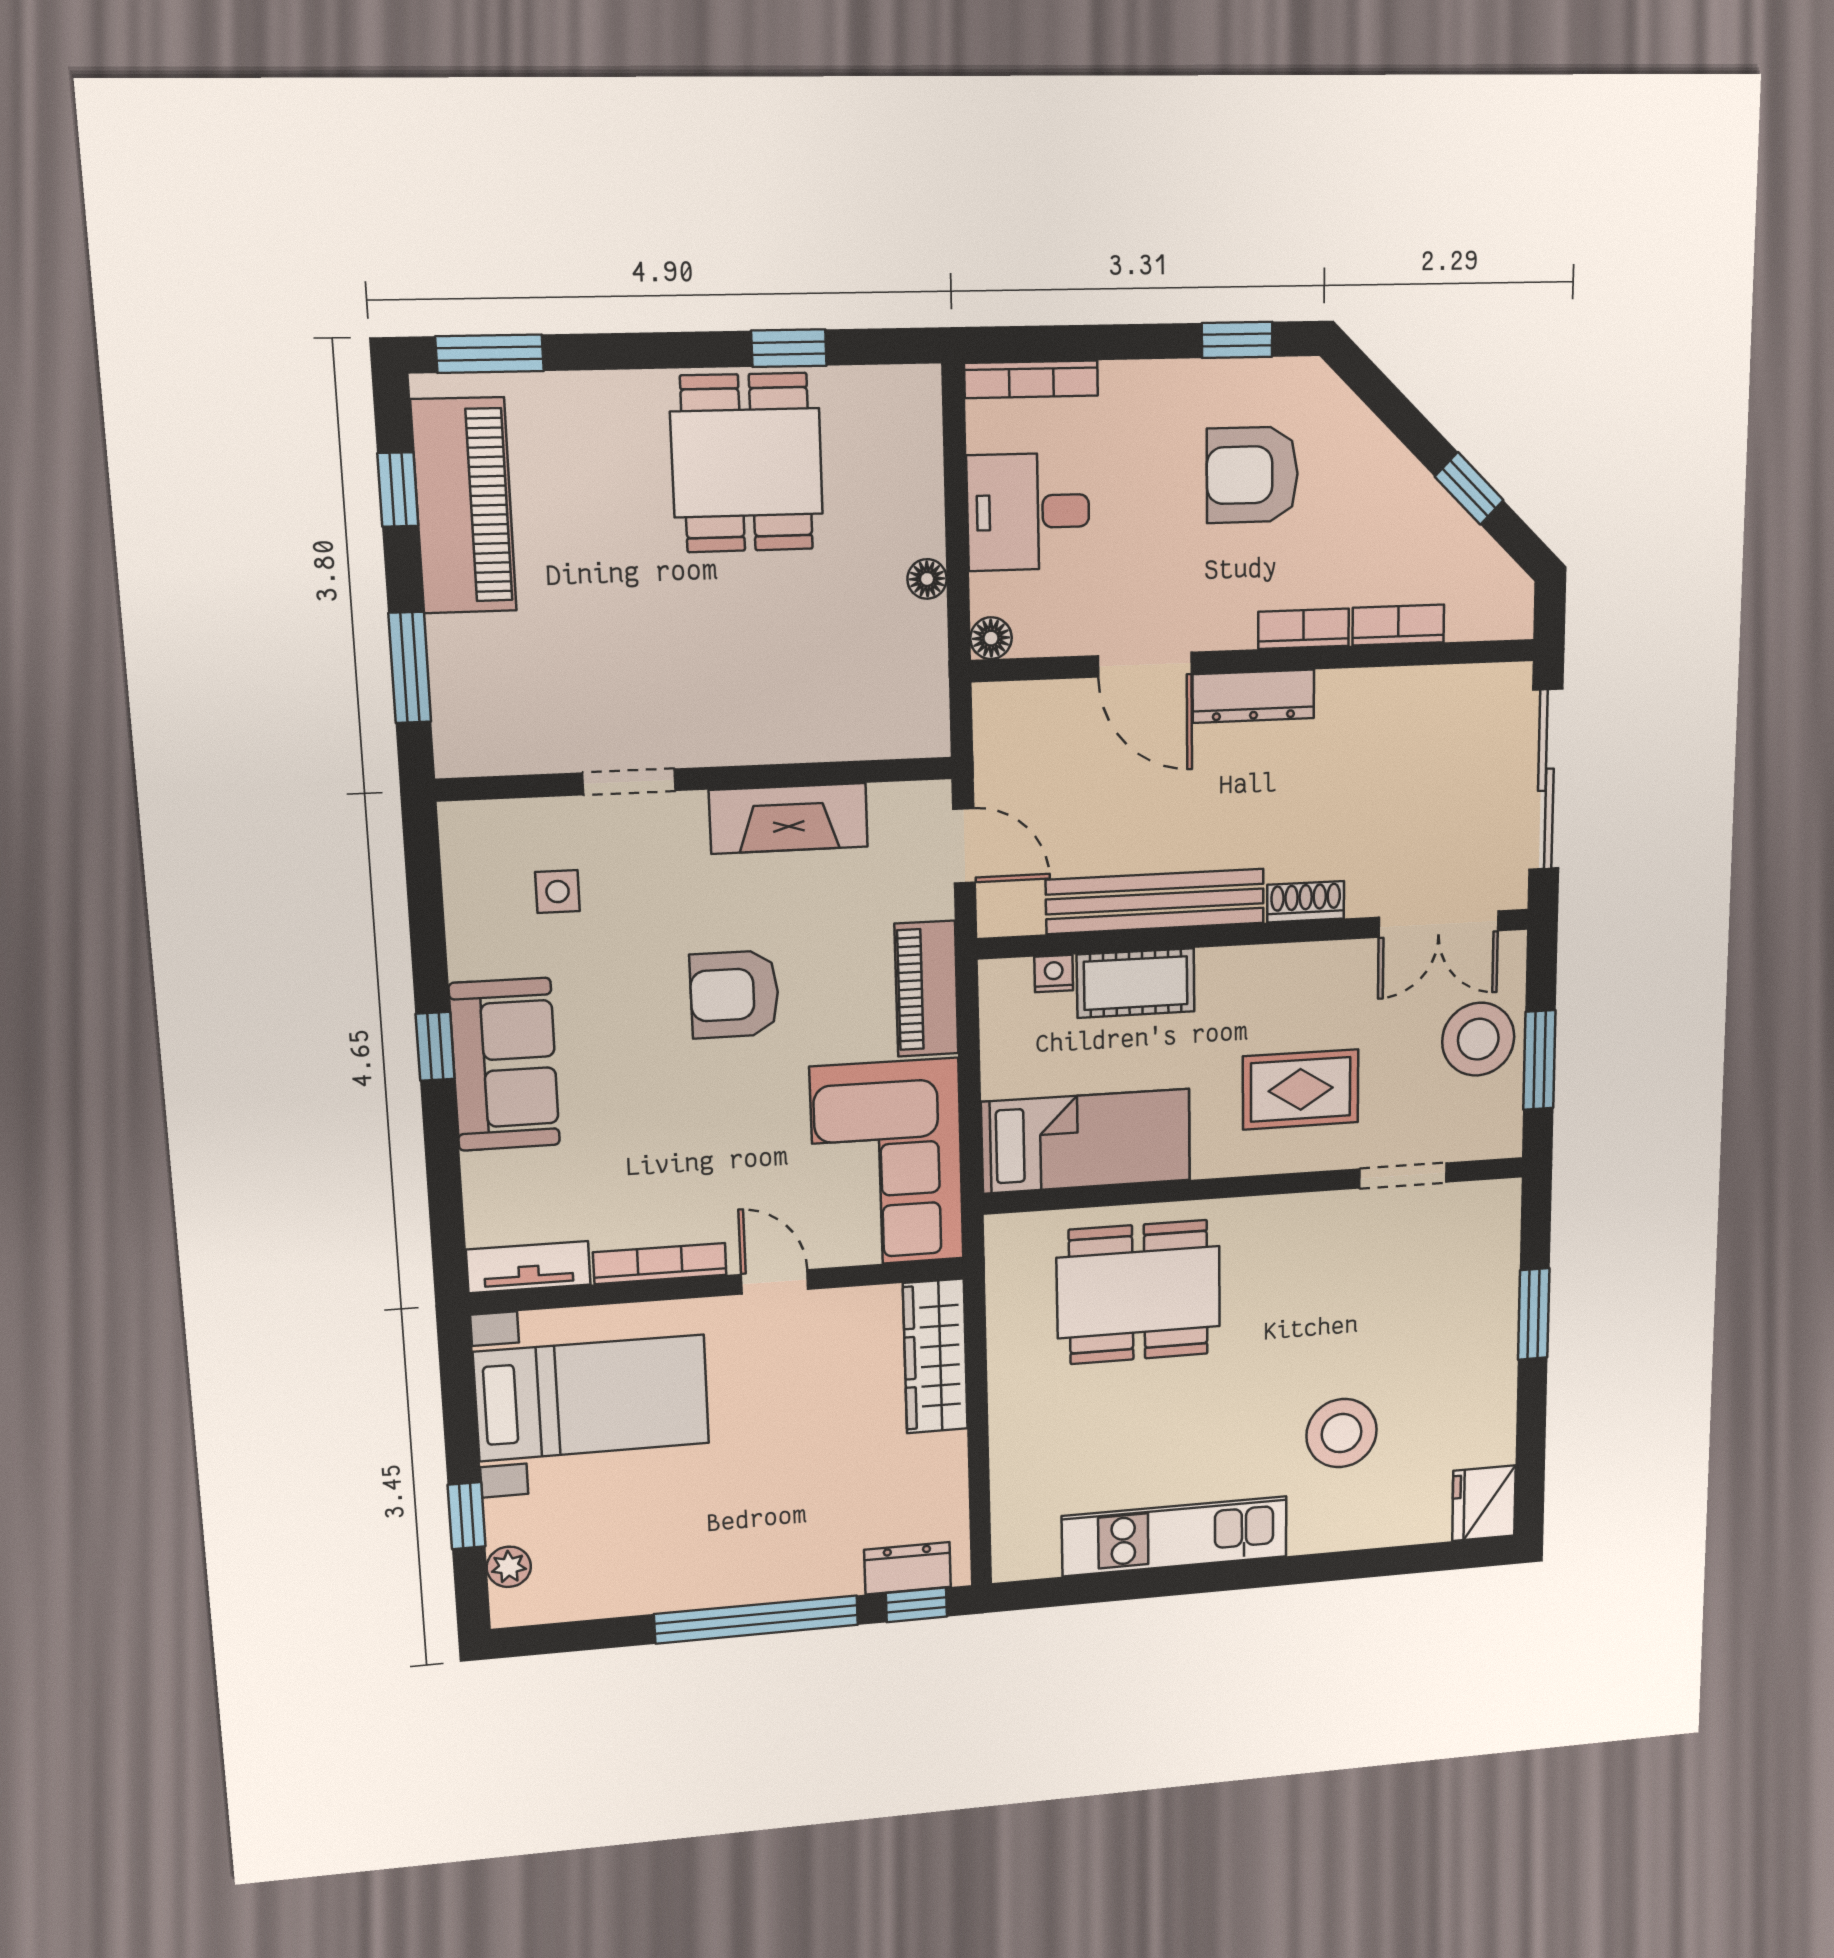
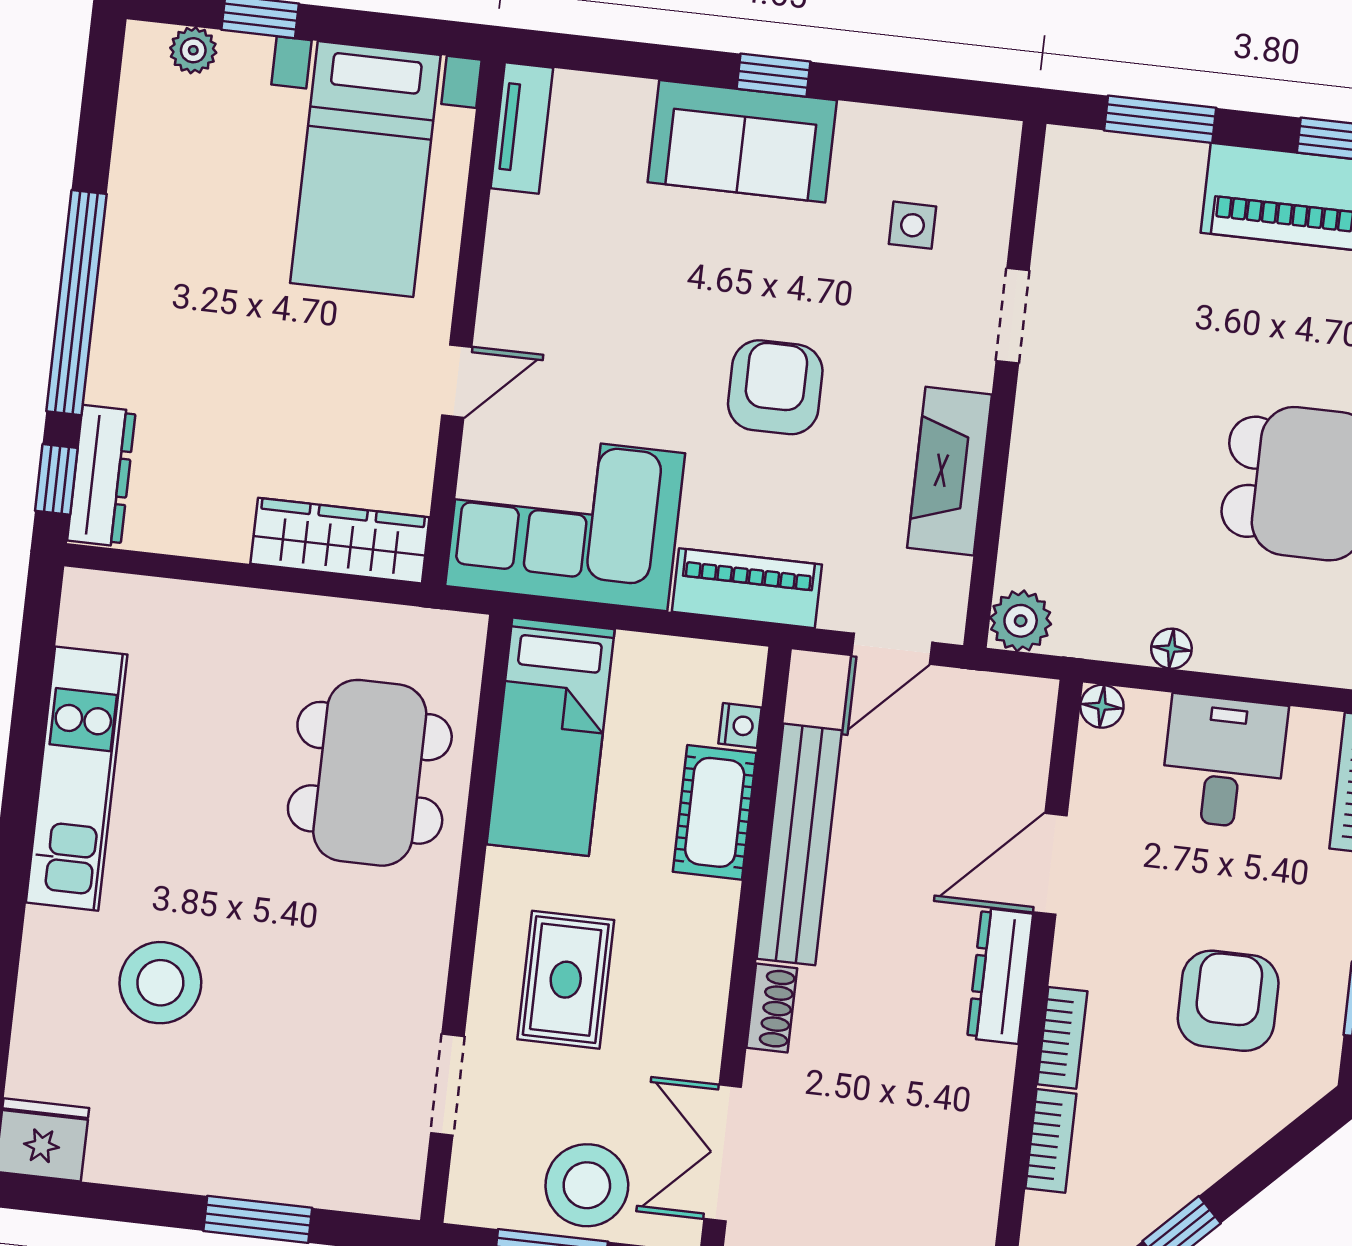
plant: (921, 728) -> (1021, 621), added
bookcase: (660, 1264) -> (500, 264), removed
dresser: (907, 1568) -> (101, 476), width x1.44

